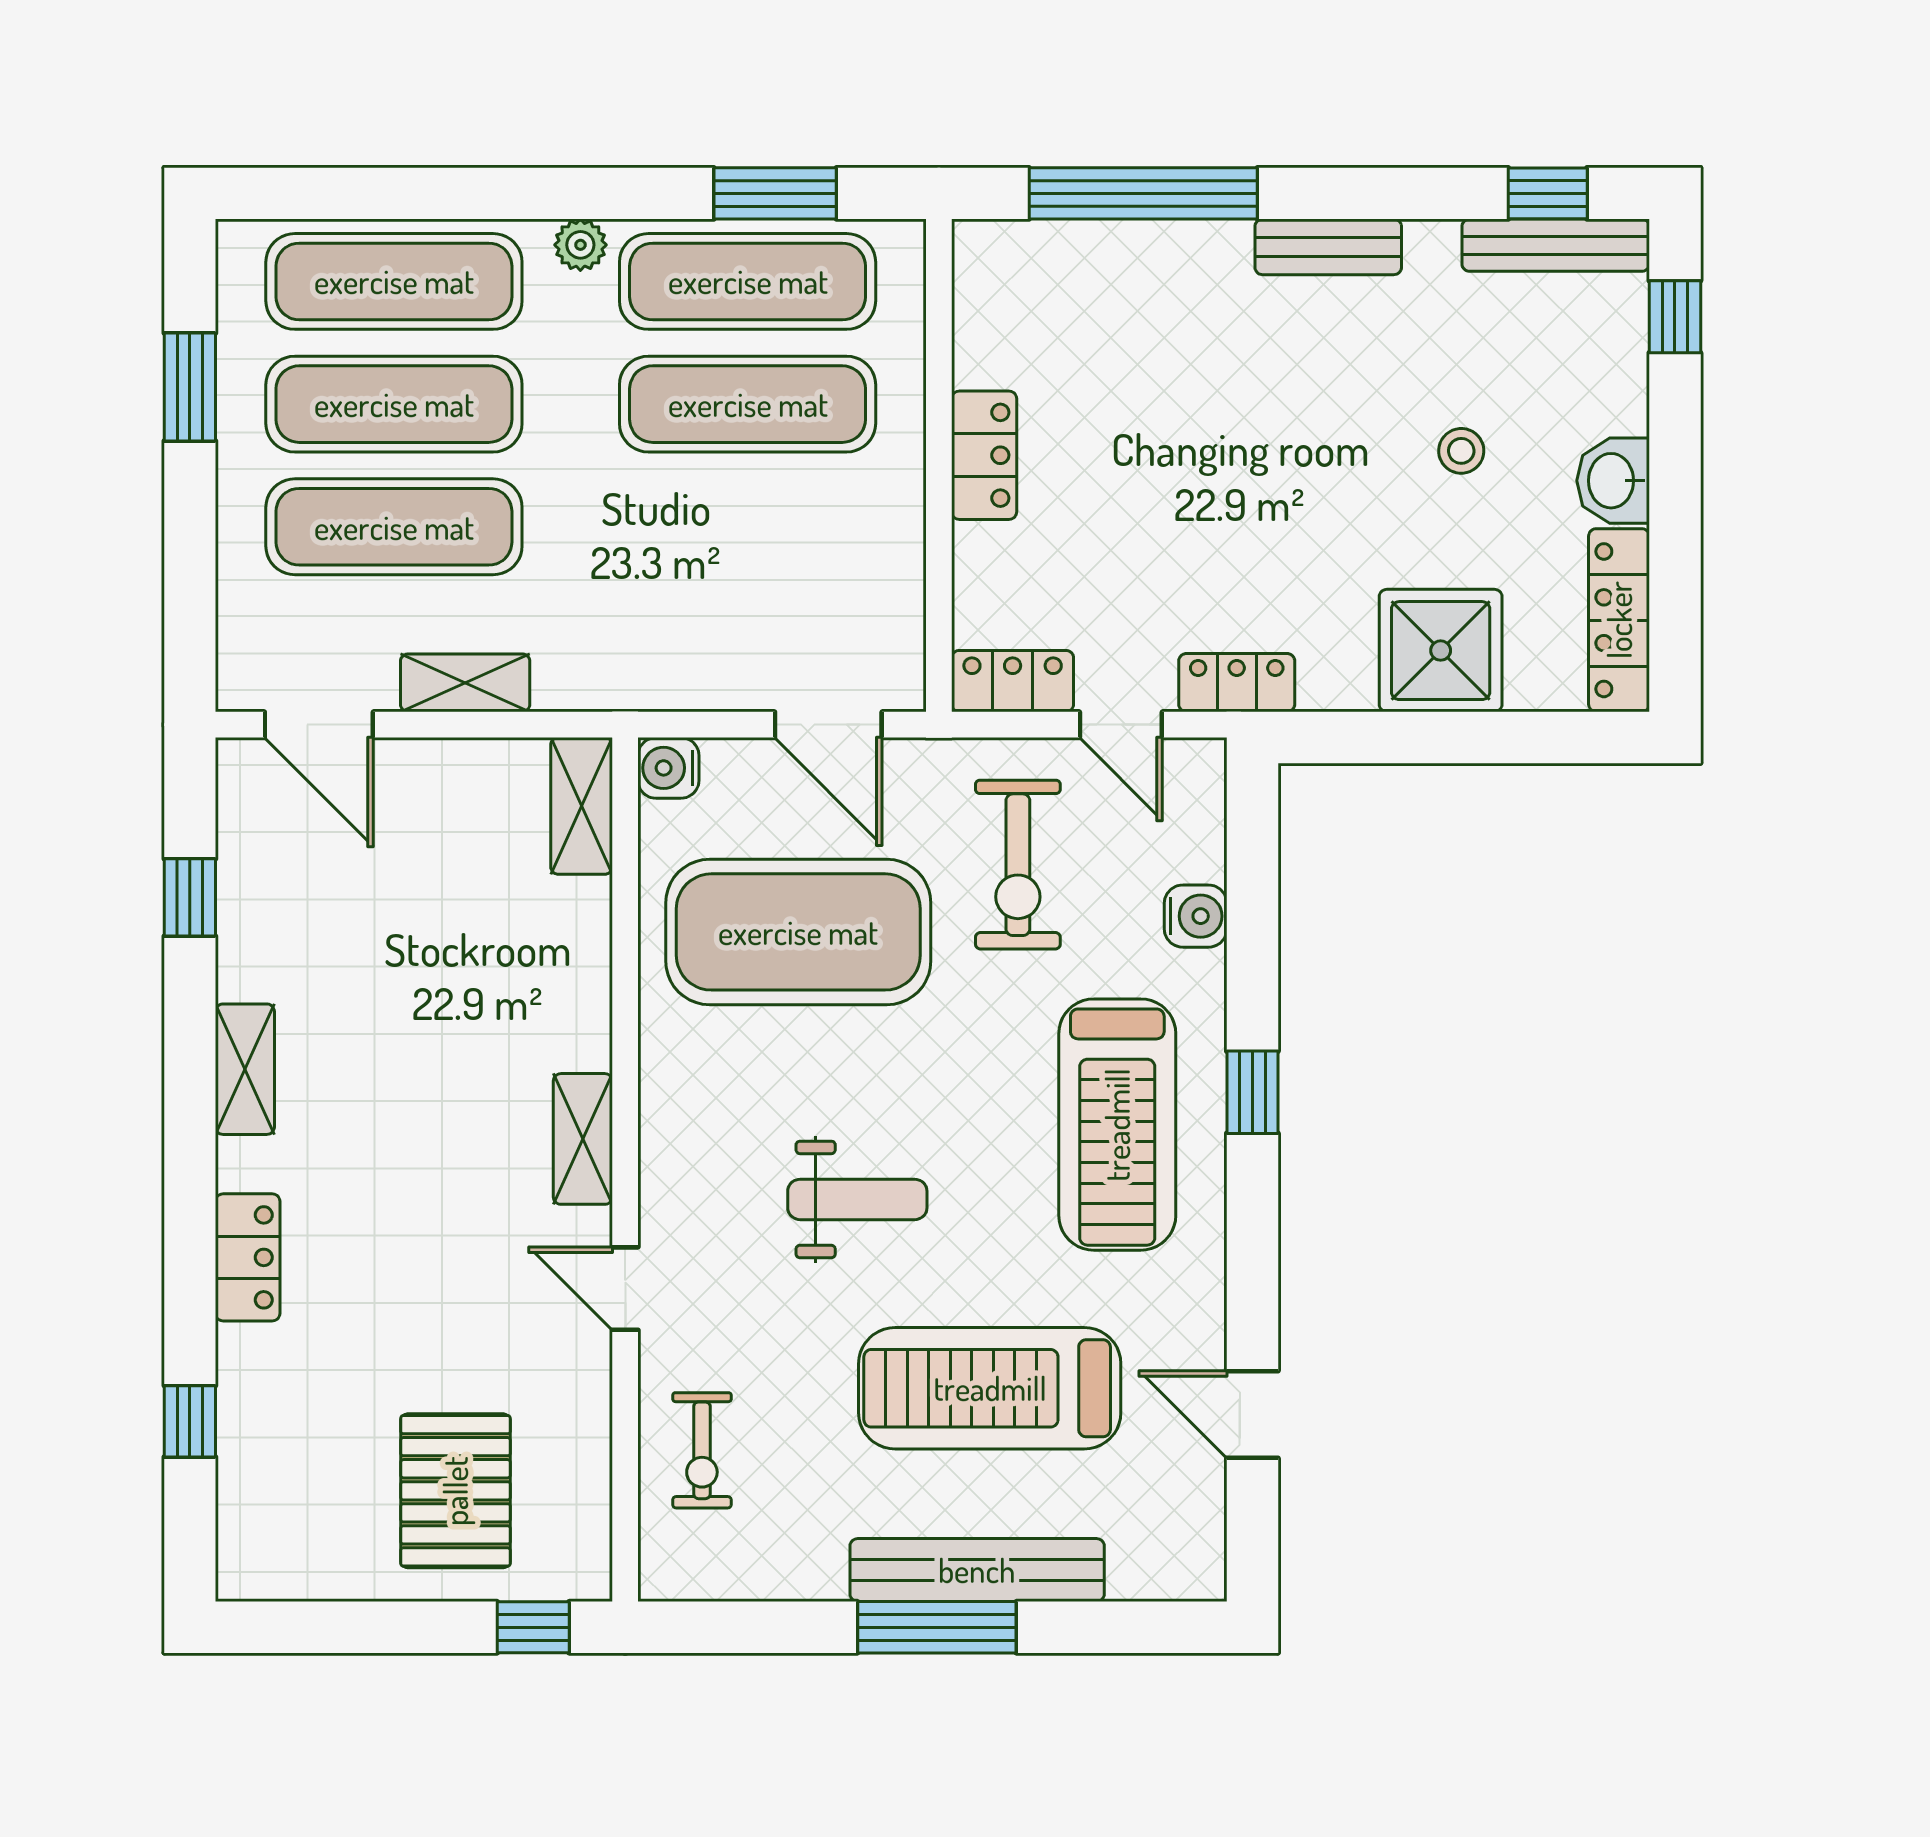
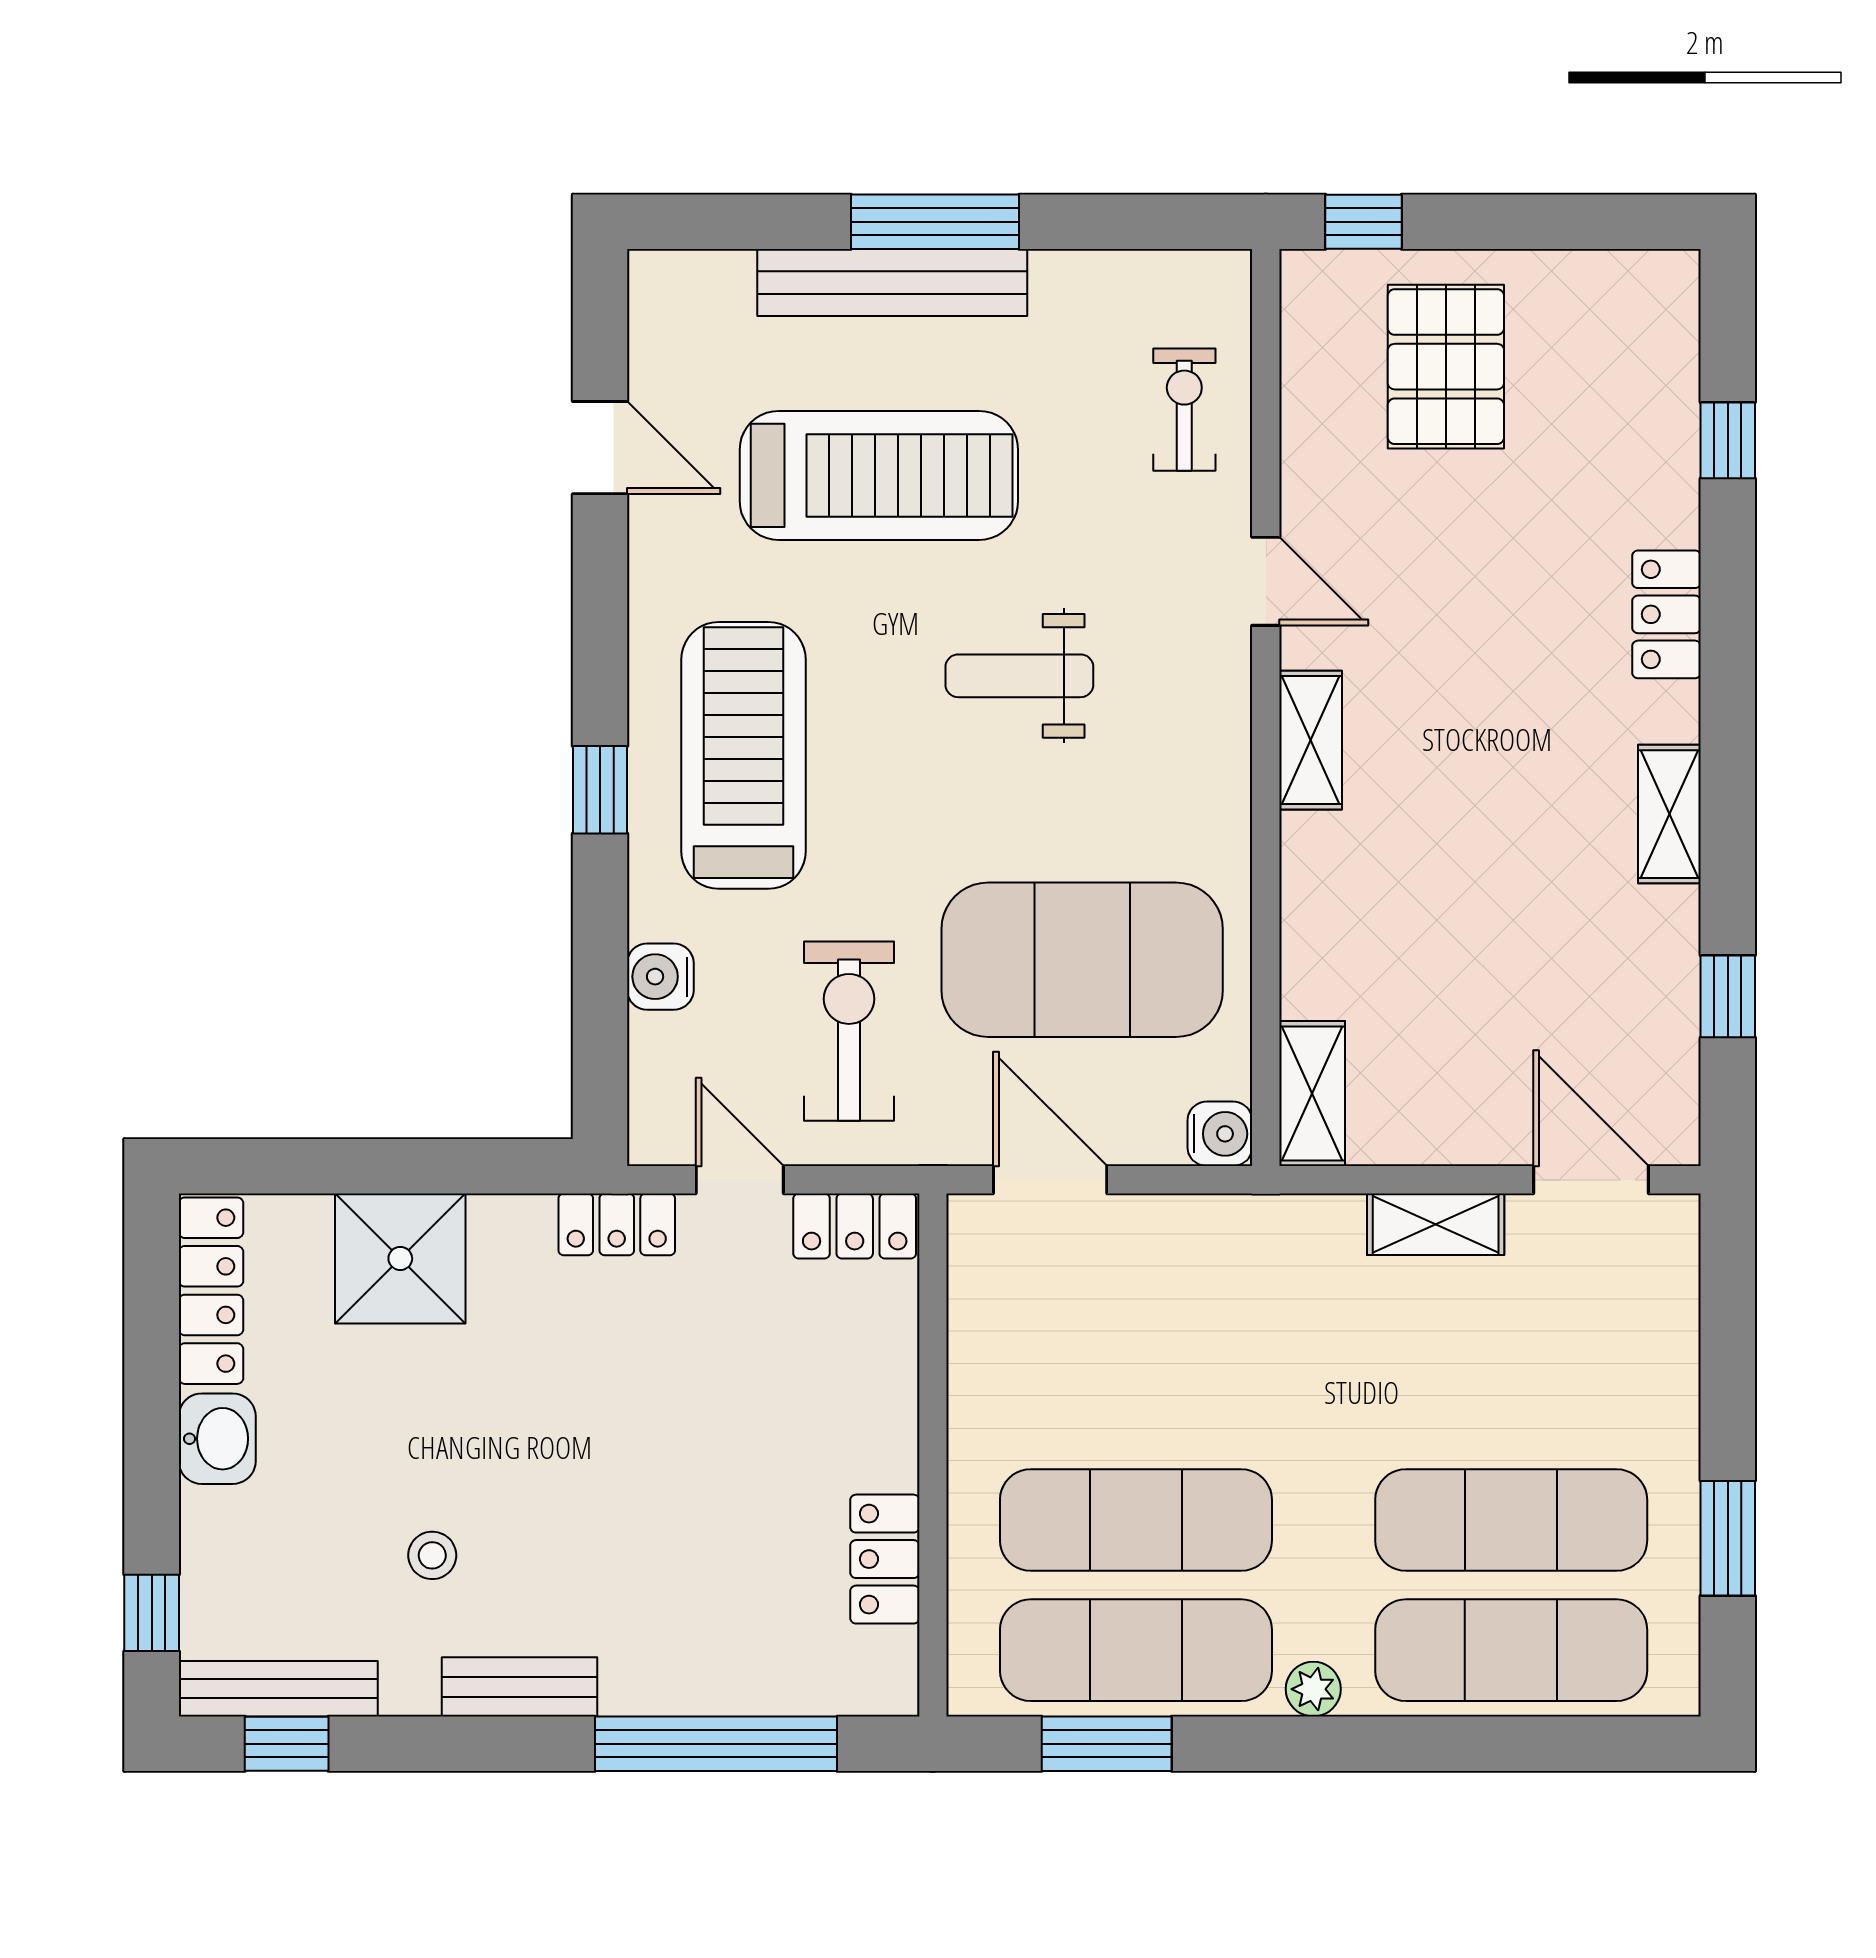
stool: (1461, 451) -> (432, 1555), moved
locker: (984, 455) -> (885, 1559), moved
exercise mat: (394, 527) -> (1511, 1390), removed

